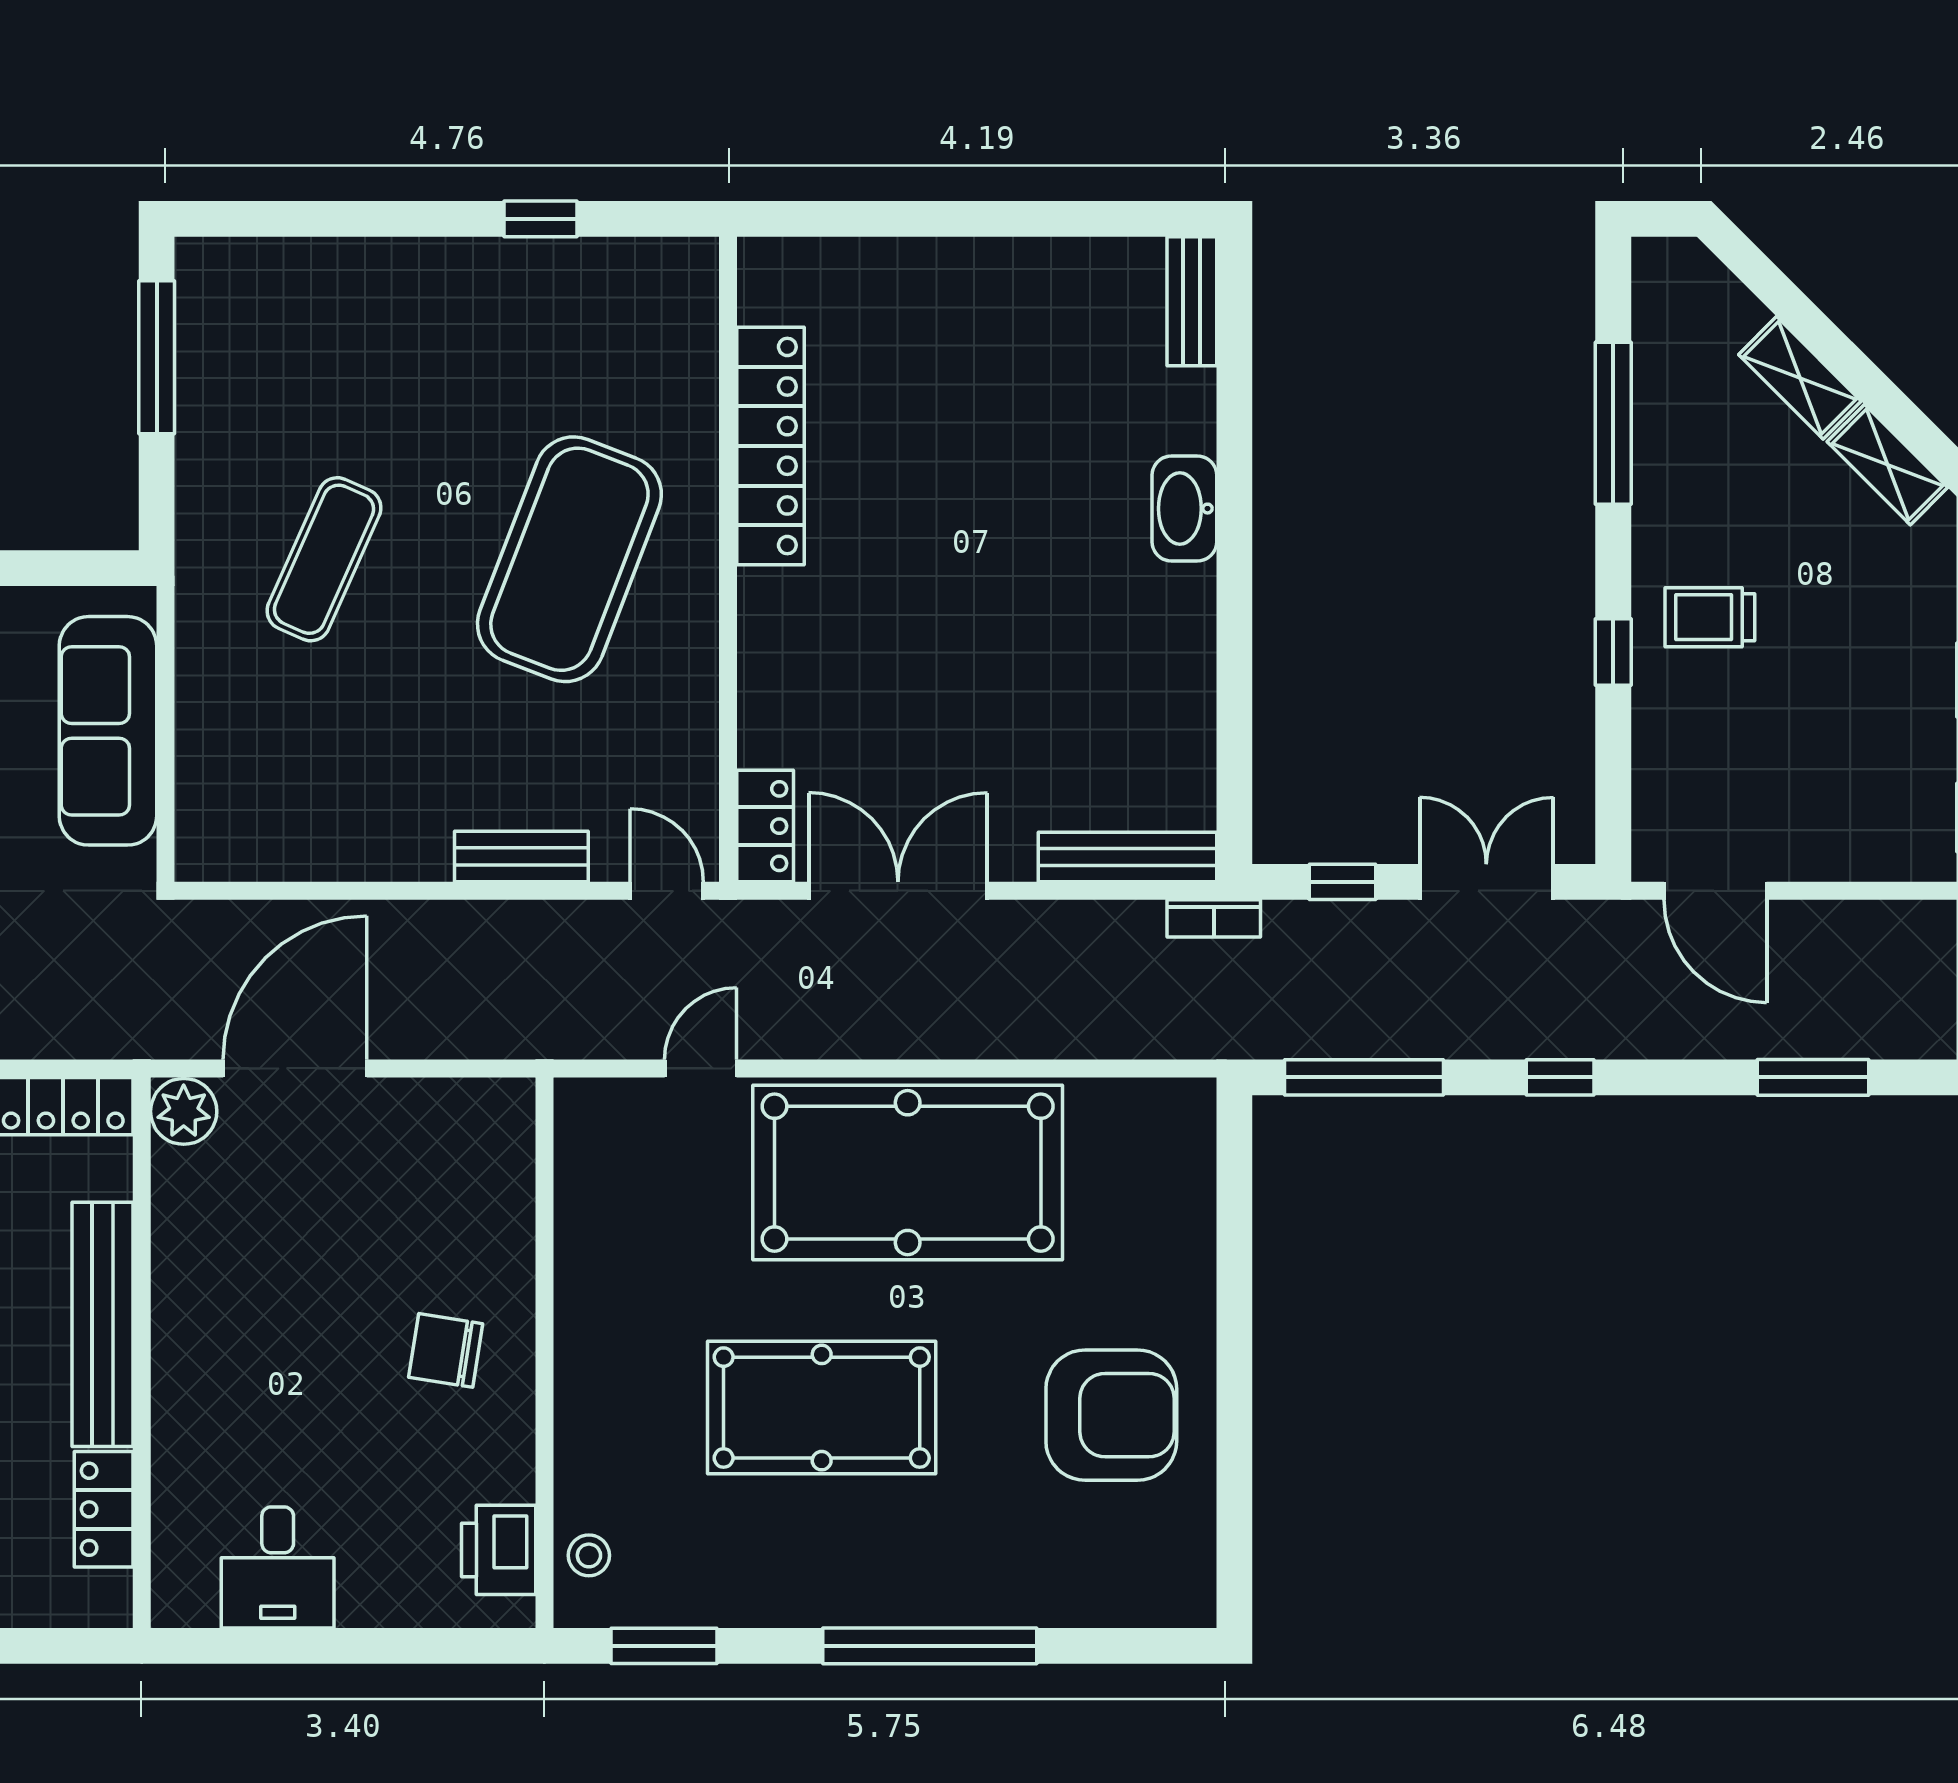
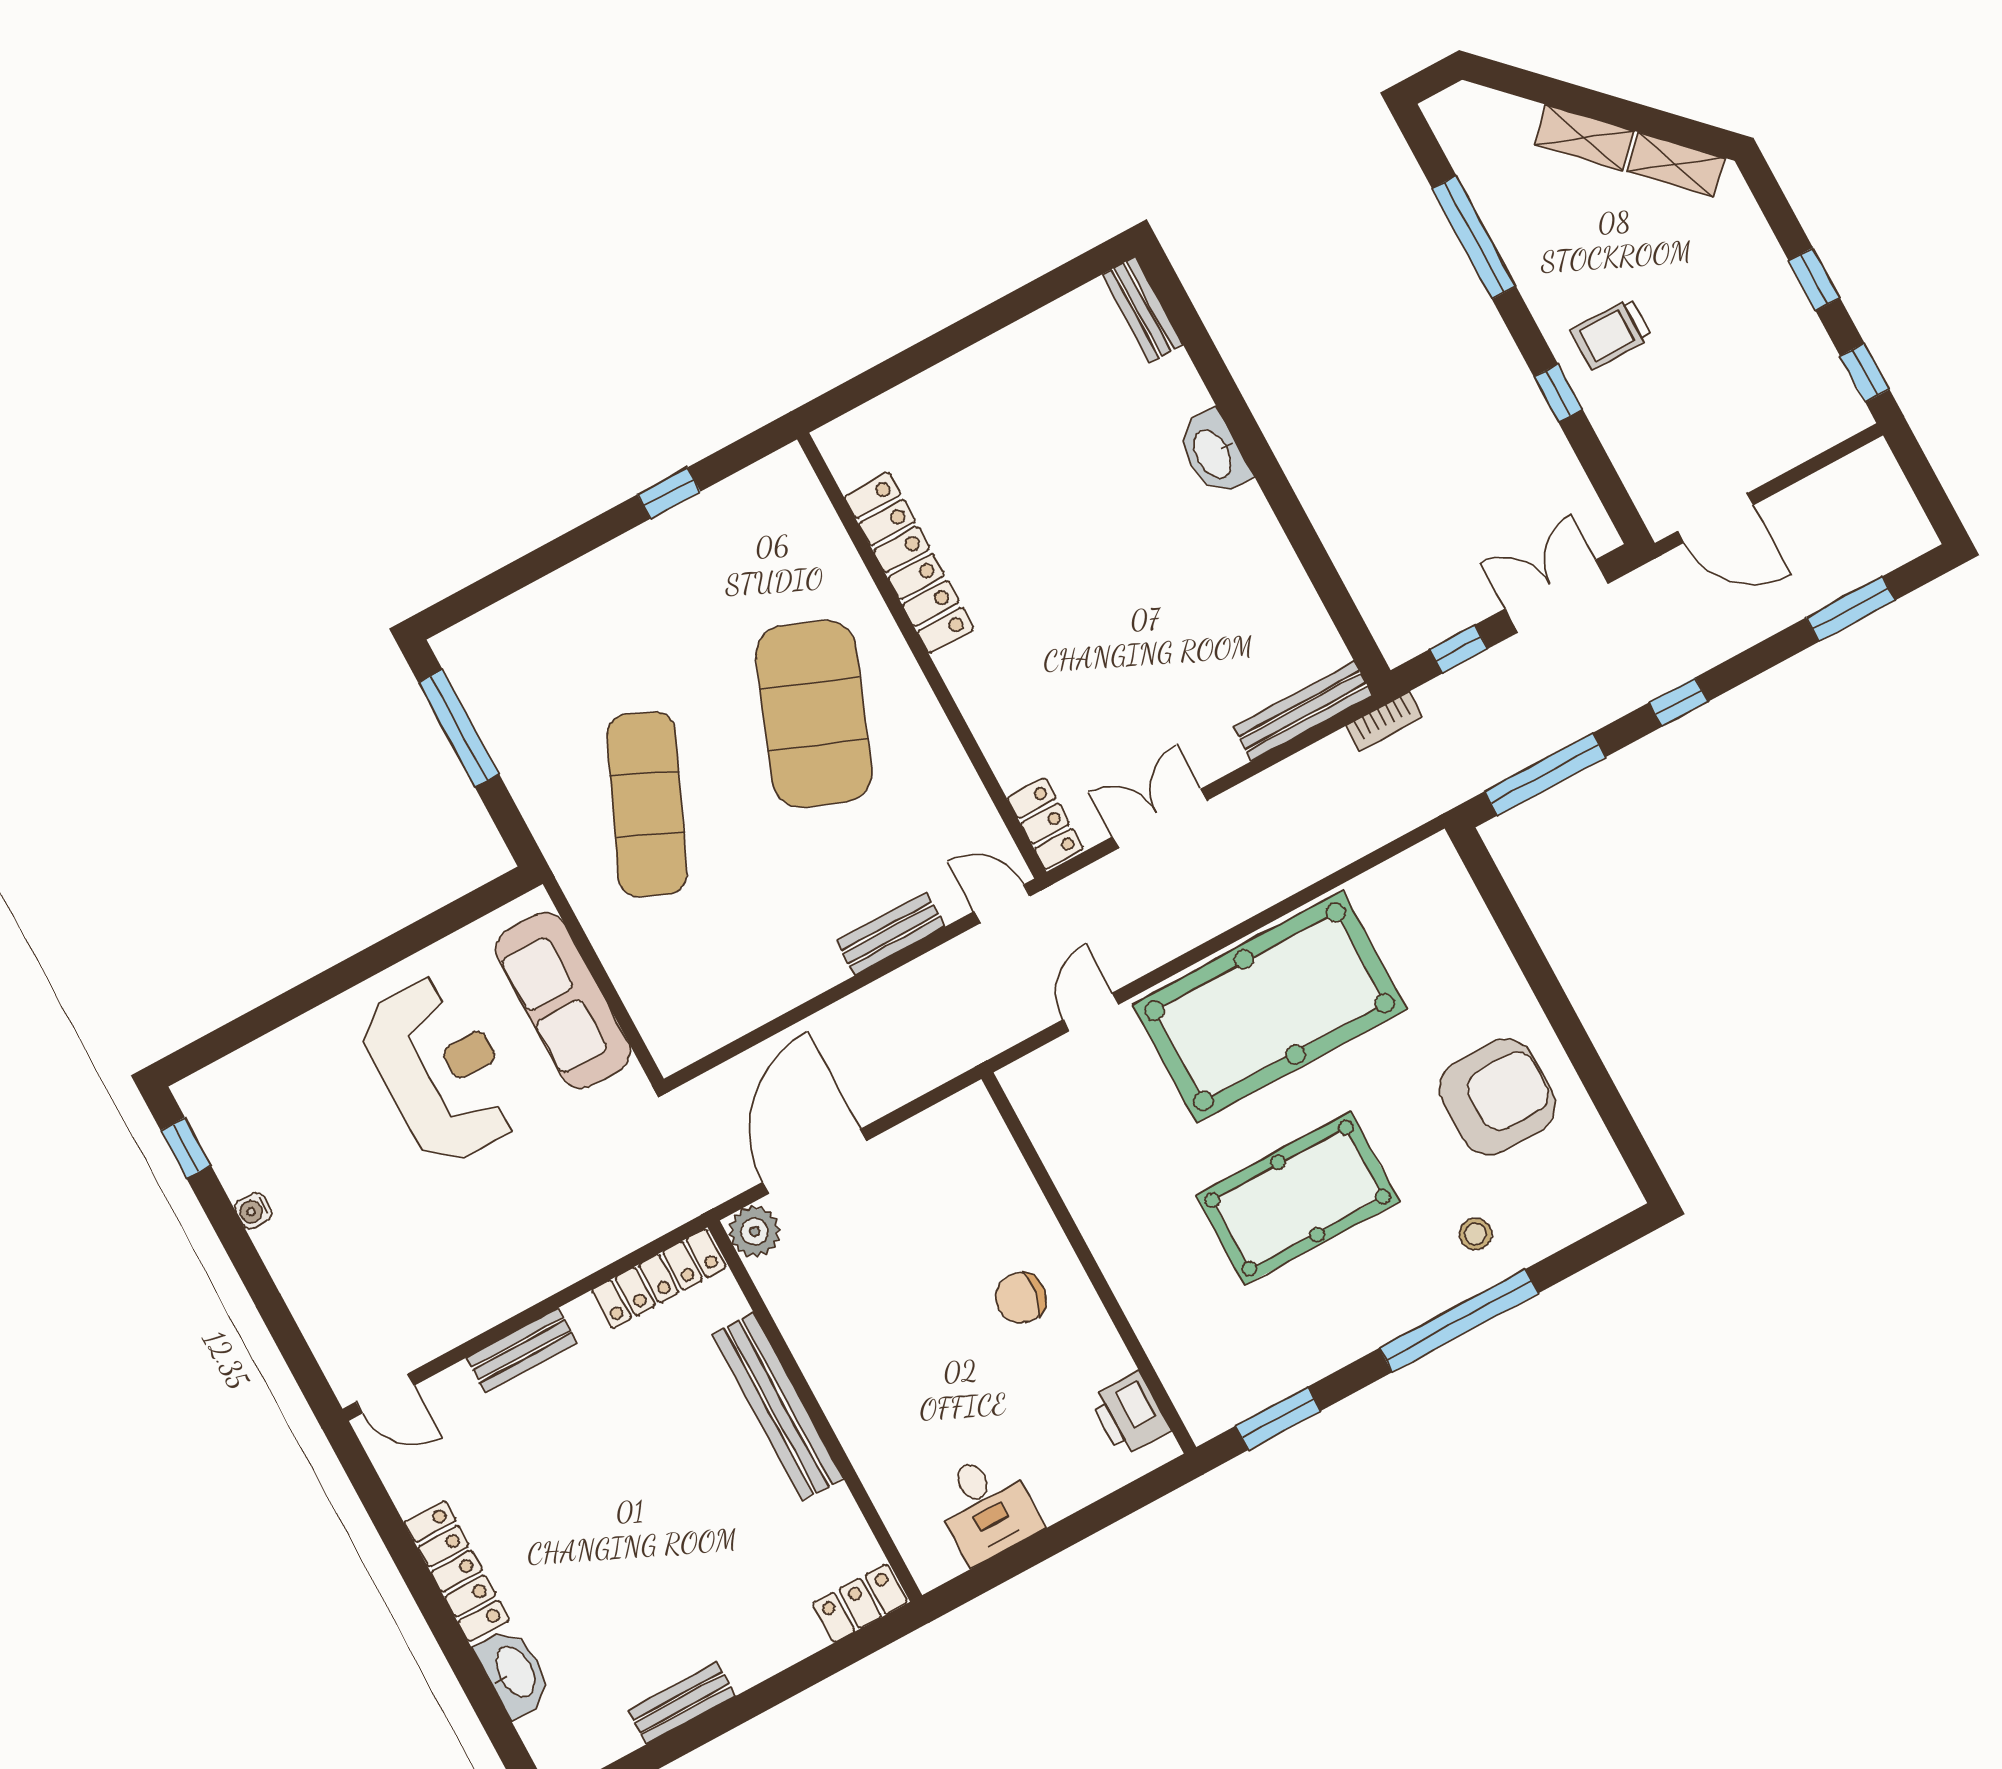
exercise mat: (324, 559) -> (647, 804), width x1.36, depth x1.45
double door: (898, 891) -> (1159, 819), width x0.73
locker: (104, 1509) -> (860, 1603), moved, turned 90
stool: (589, 1555) -> (1475, 1234), moved

